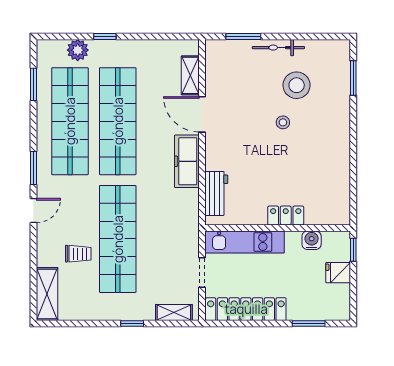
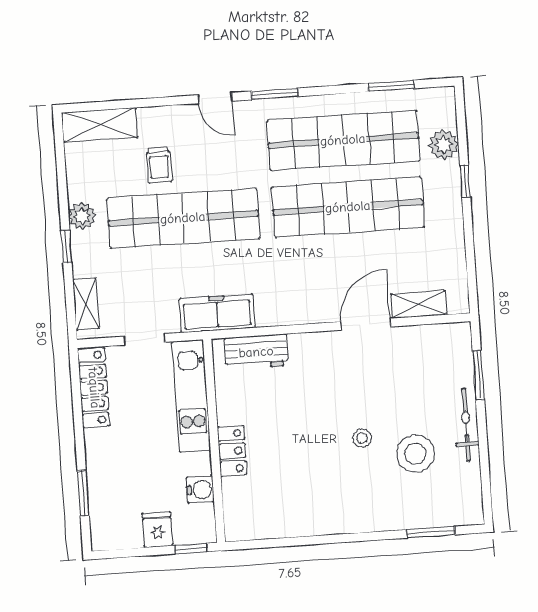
freezer: (187, 161) -> (217, 313), moved
locker: (246, 309) -> (94, 388), width x0.71, depth x0.83
plant: (111, 311) -> (82, 216), added

